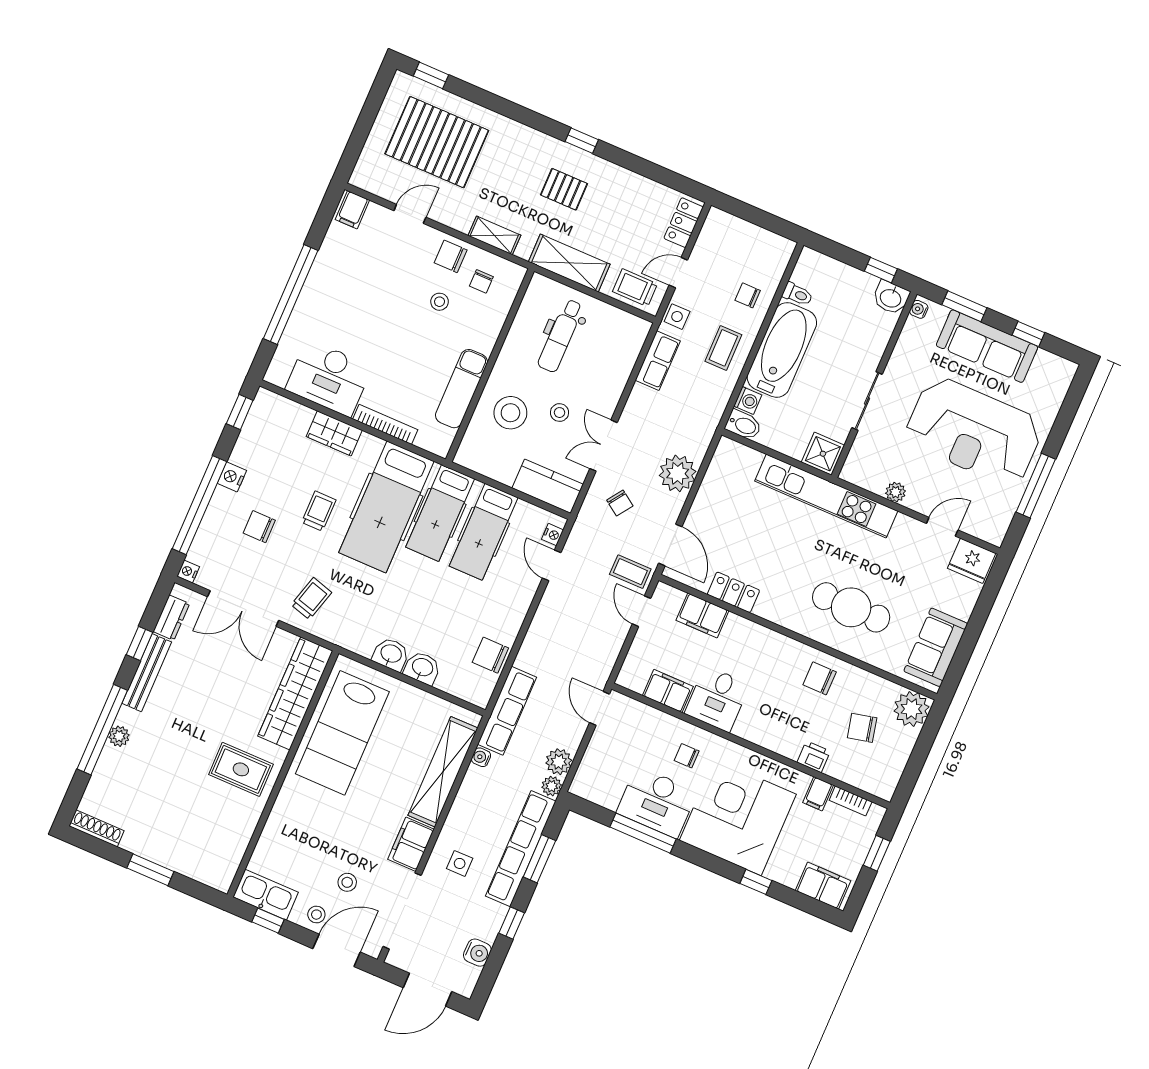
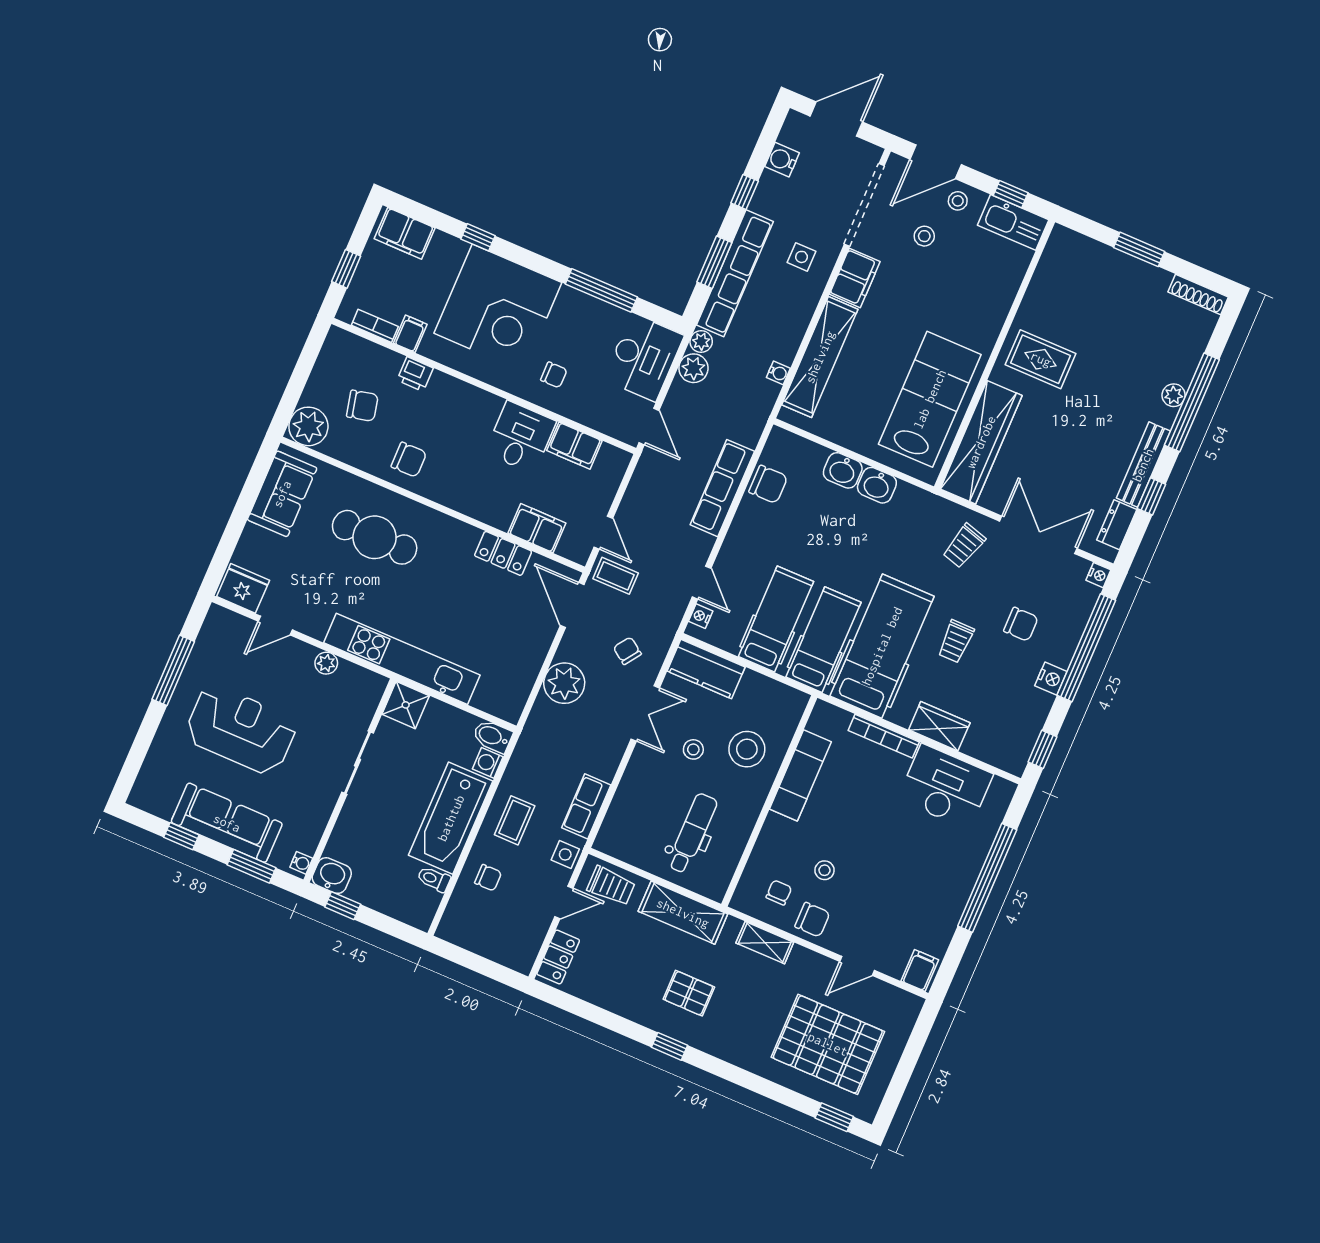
reception desk: (974, 431) -> (241, 730), width x0.74, depth x0.77
row of seats: (507, 711) -> (722, 488), moved
desk: (657, 802) -> (644, 358), moved, turned 90

